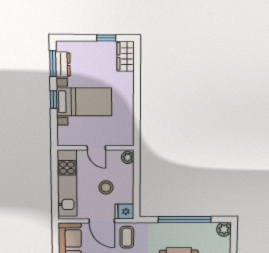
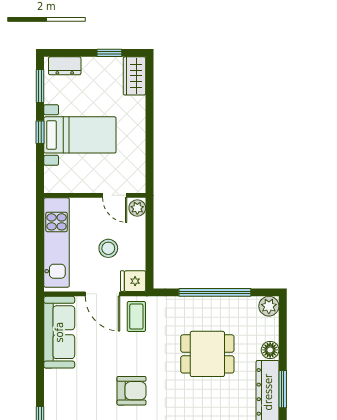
dresser: (63, 64) -> (65, 66), moved, turned 90
door: (96, 148) -> (115, 195), moved

